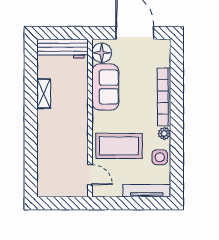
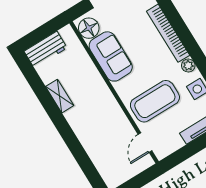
workbench: (62, 49) -> (46, 50), width x0.73
door: (90, 175) -> (145, 143), swing flipped

